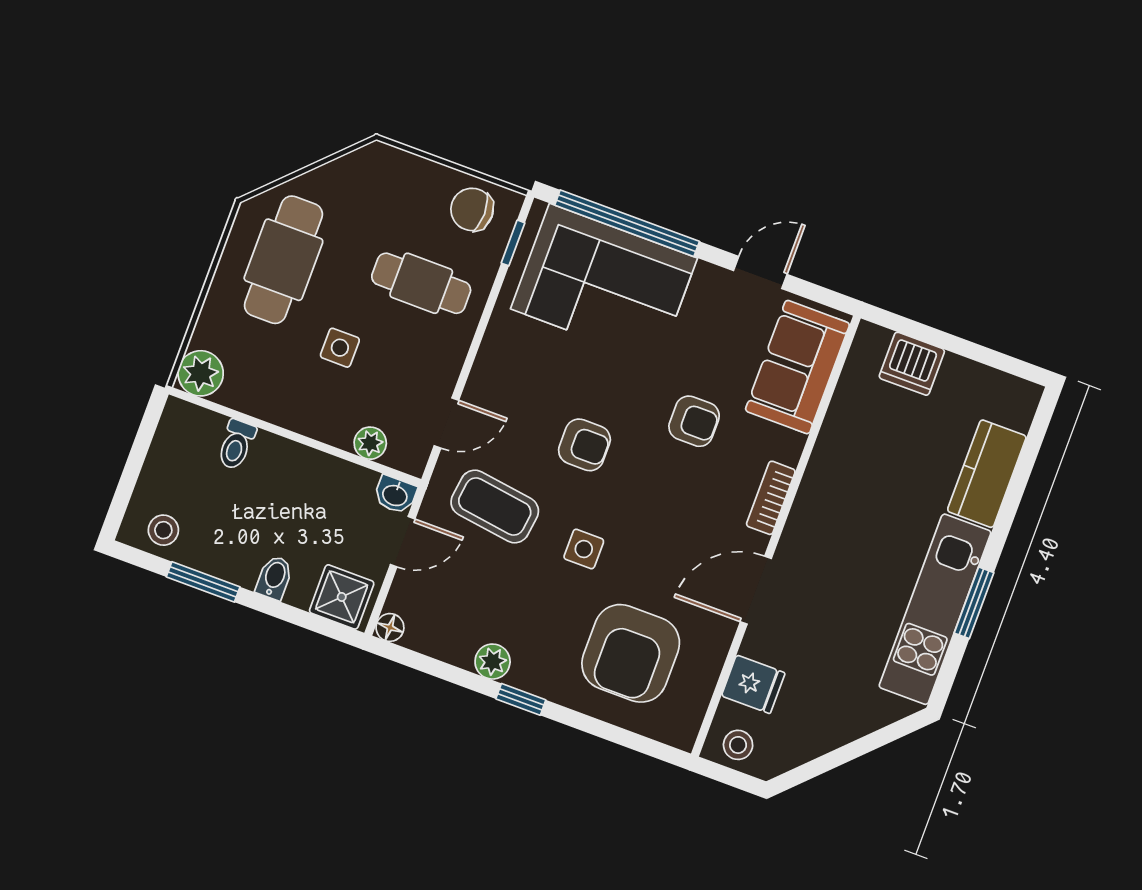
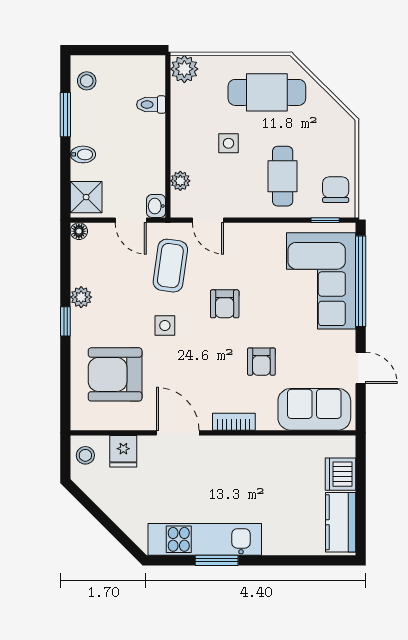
kitchen counter: (987, 474) -> (341, 522), moved, turned -90

